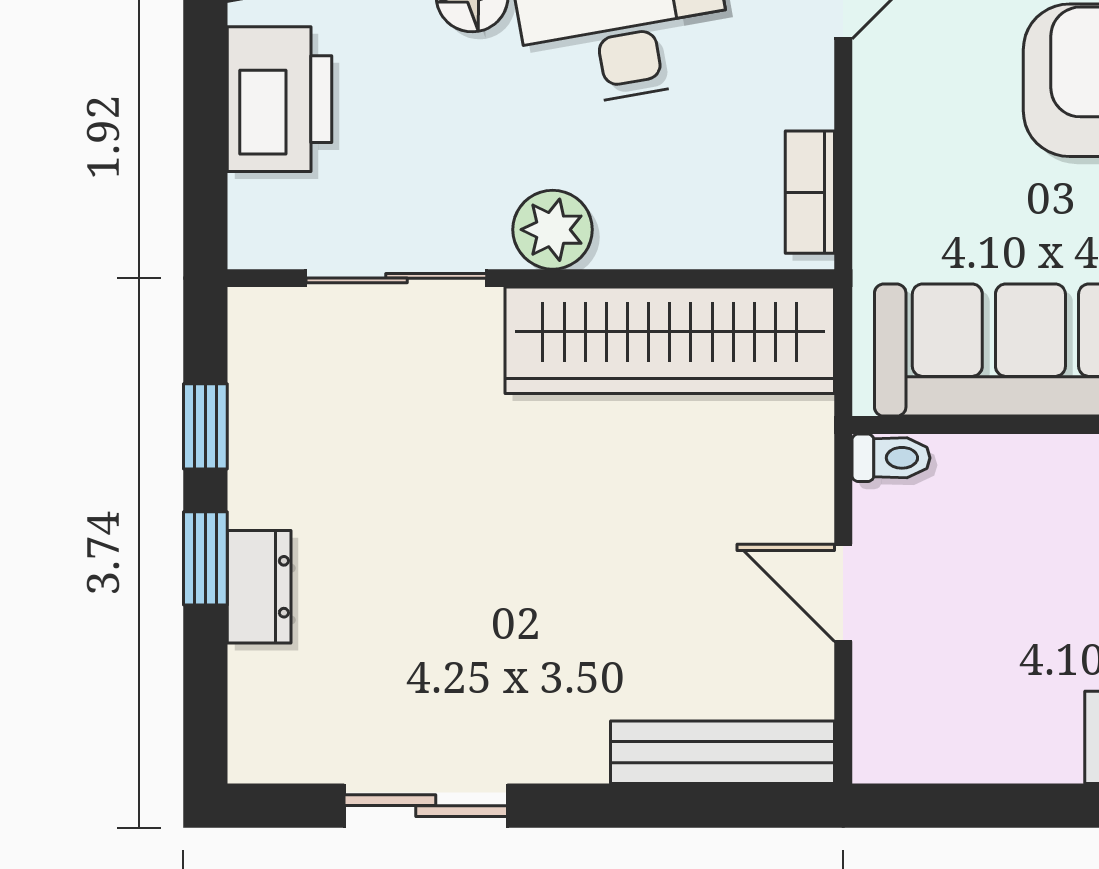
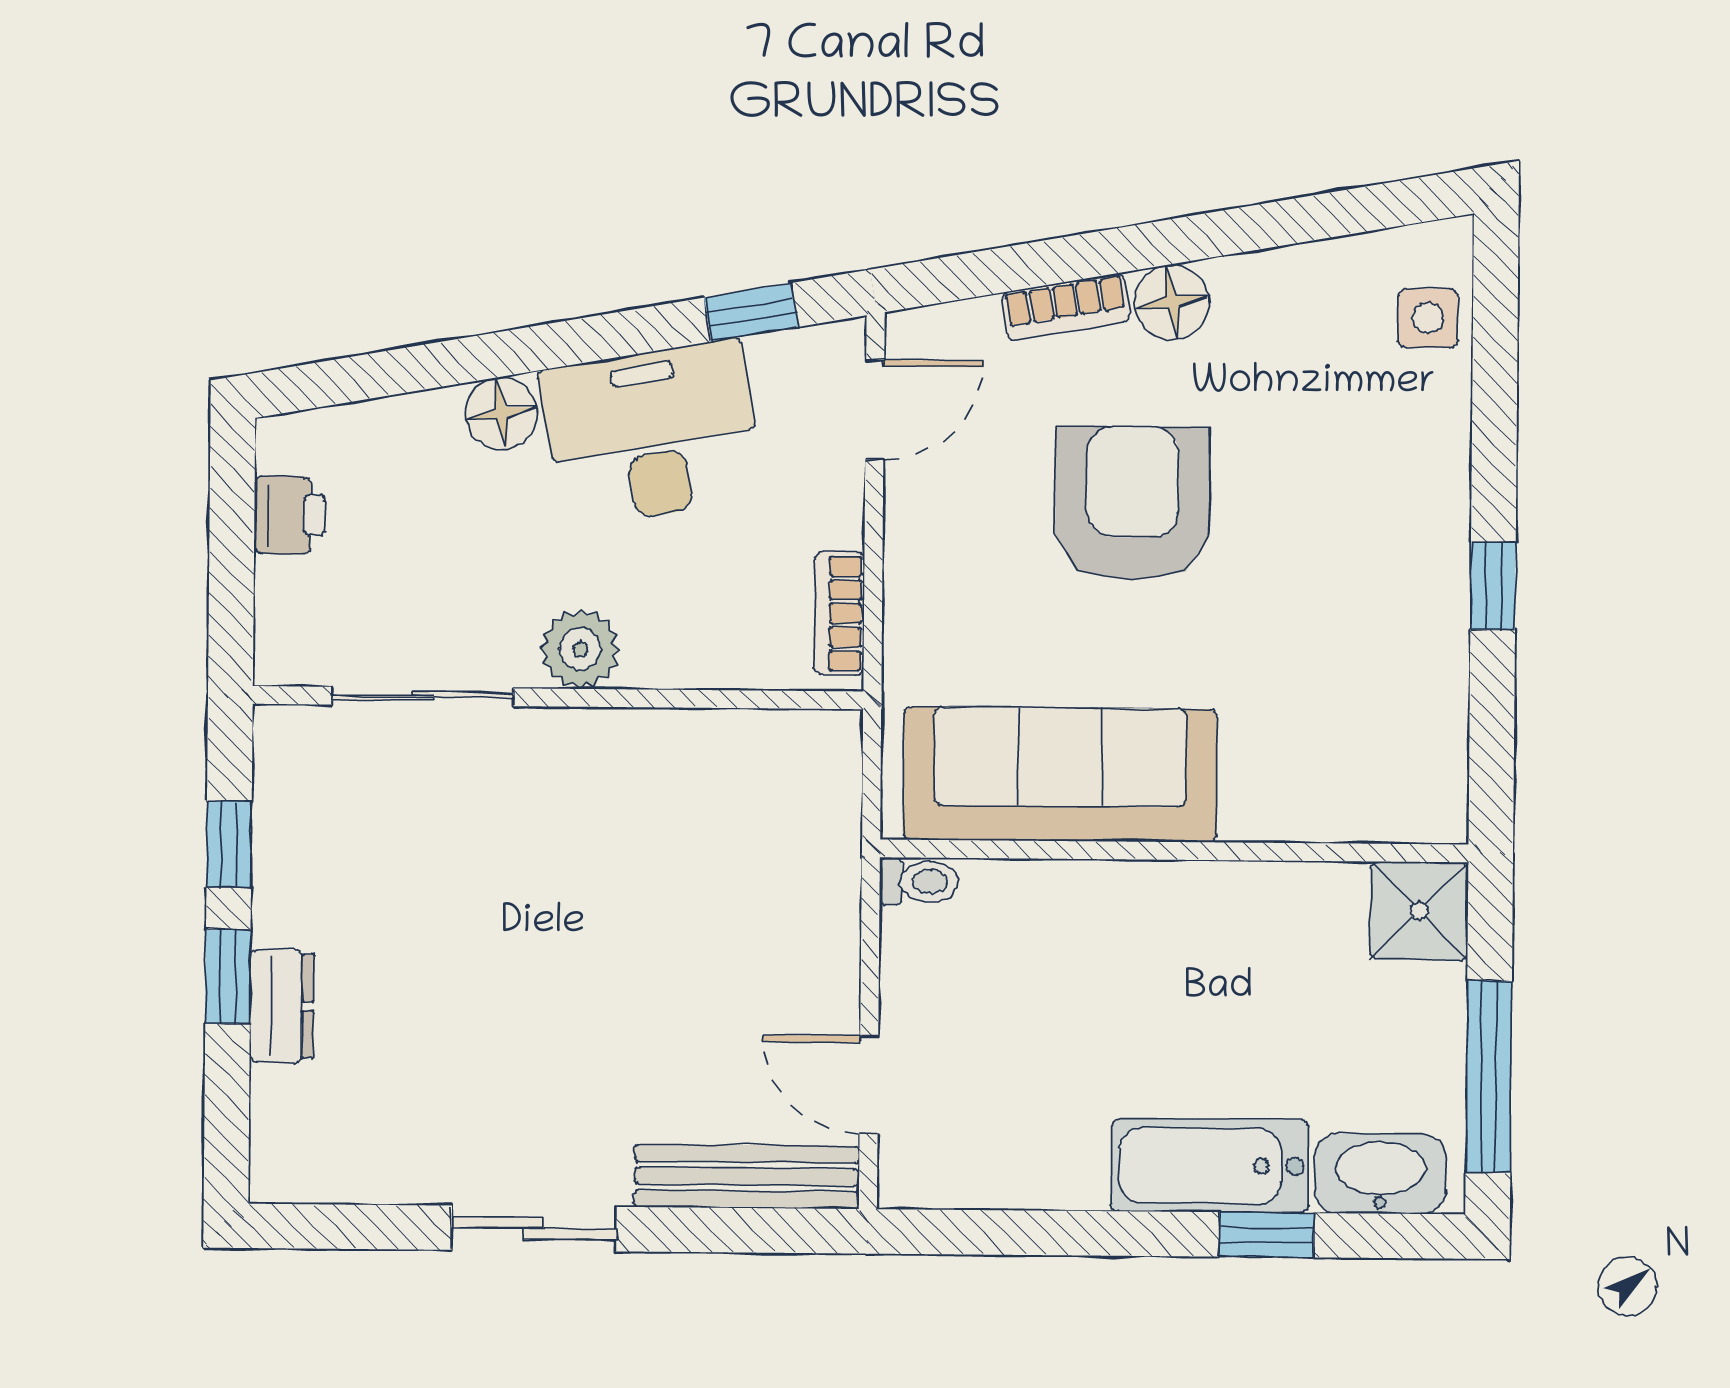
printer: (280, 99) -> (290, 515), width x0.53, depth x0.68
wardrobe: (670, 340) -> (697, 761), removed
door: (843, 593) -> (869, 1085), moved
sliding door: (426, 806) -> (534, 1228), moved

